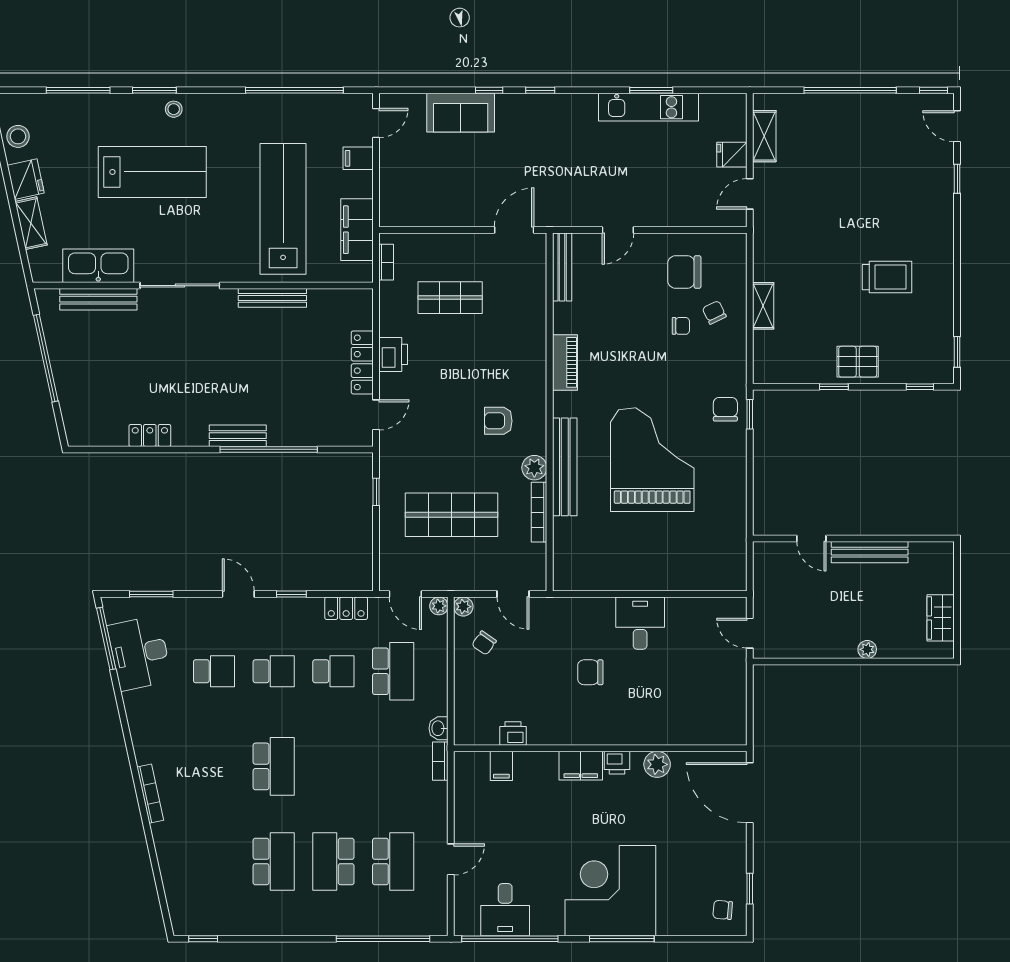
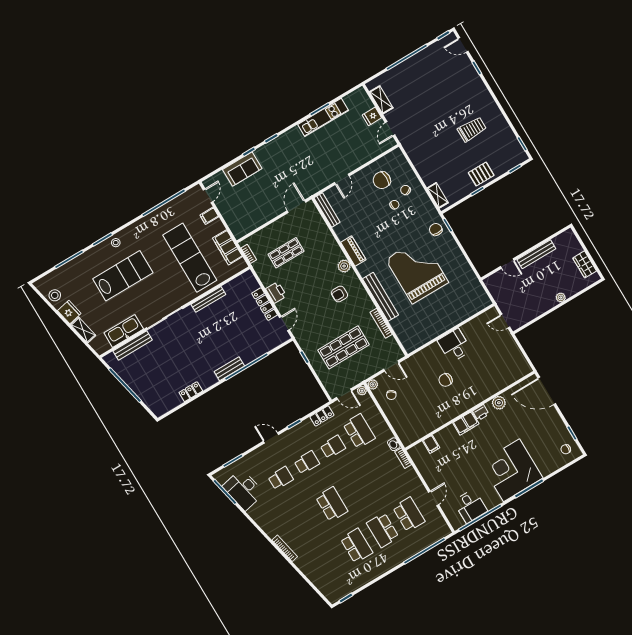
shelving: (763, 306) -> (438, 195), moved
plant: (534, 468) -> (344, 266), moved
printer: (513, 734) -> (428, 427), removed

